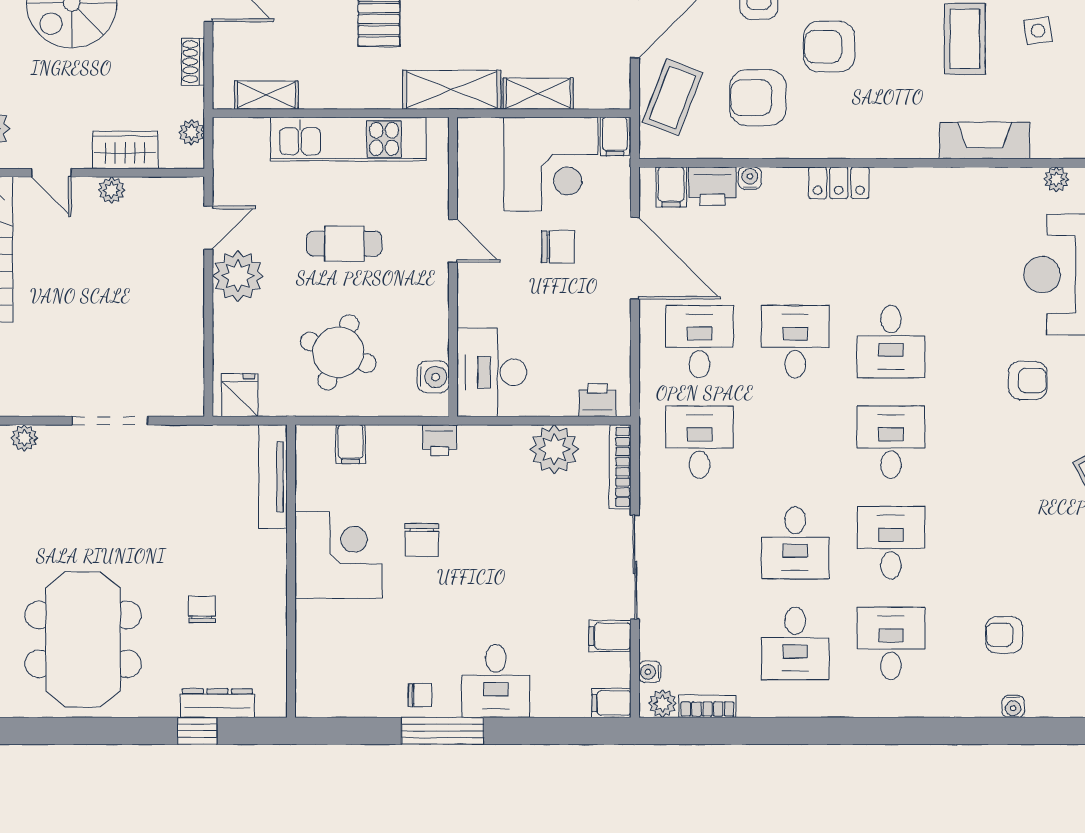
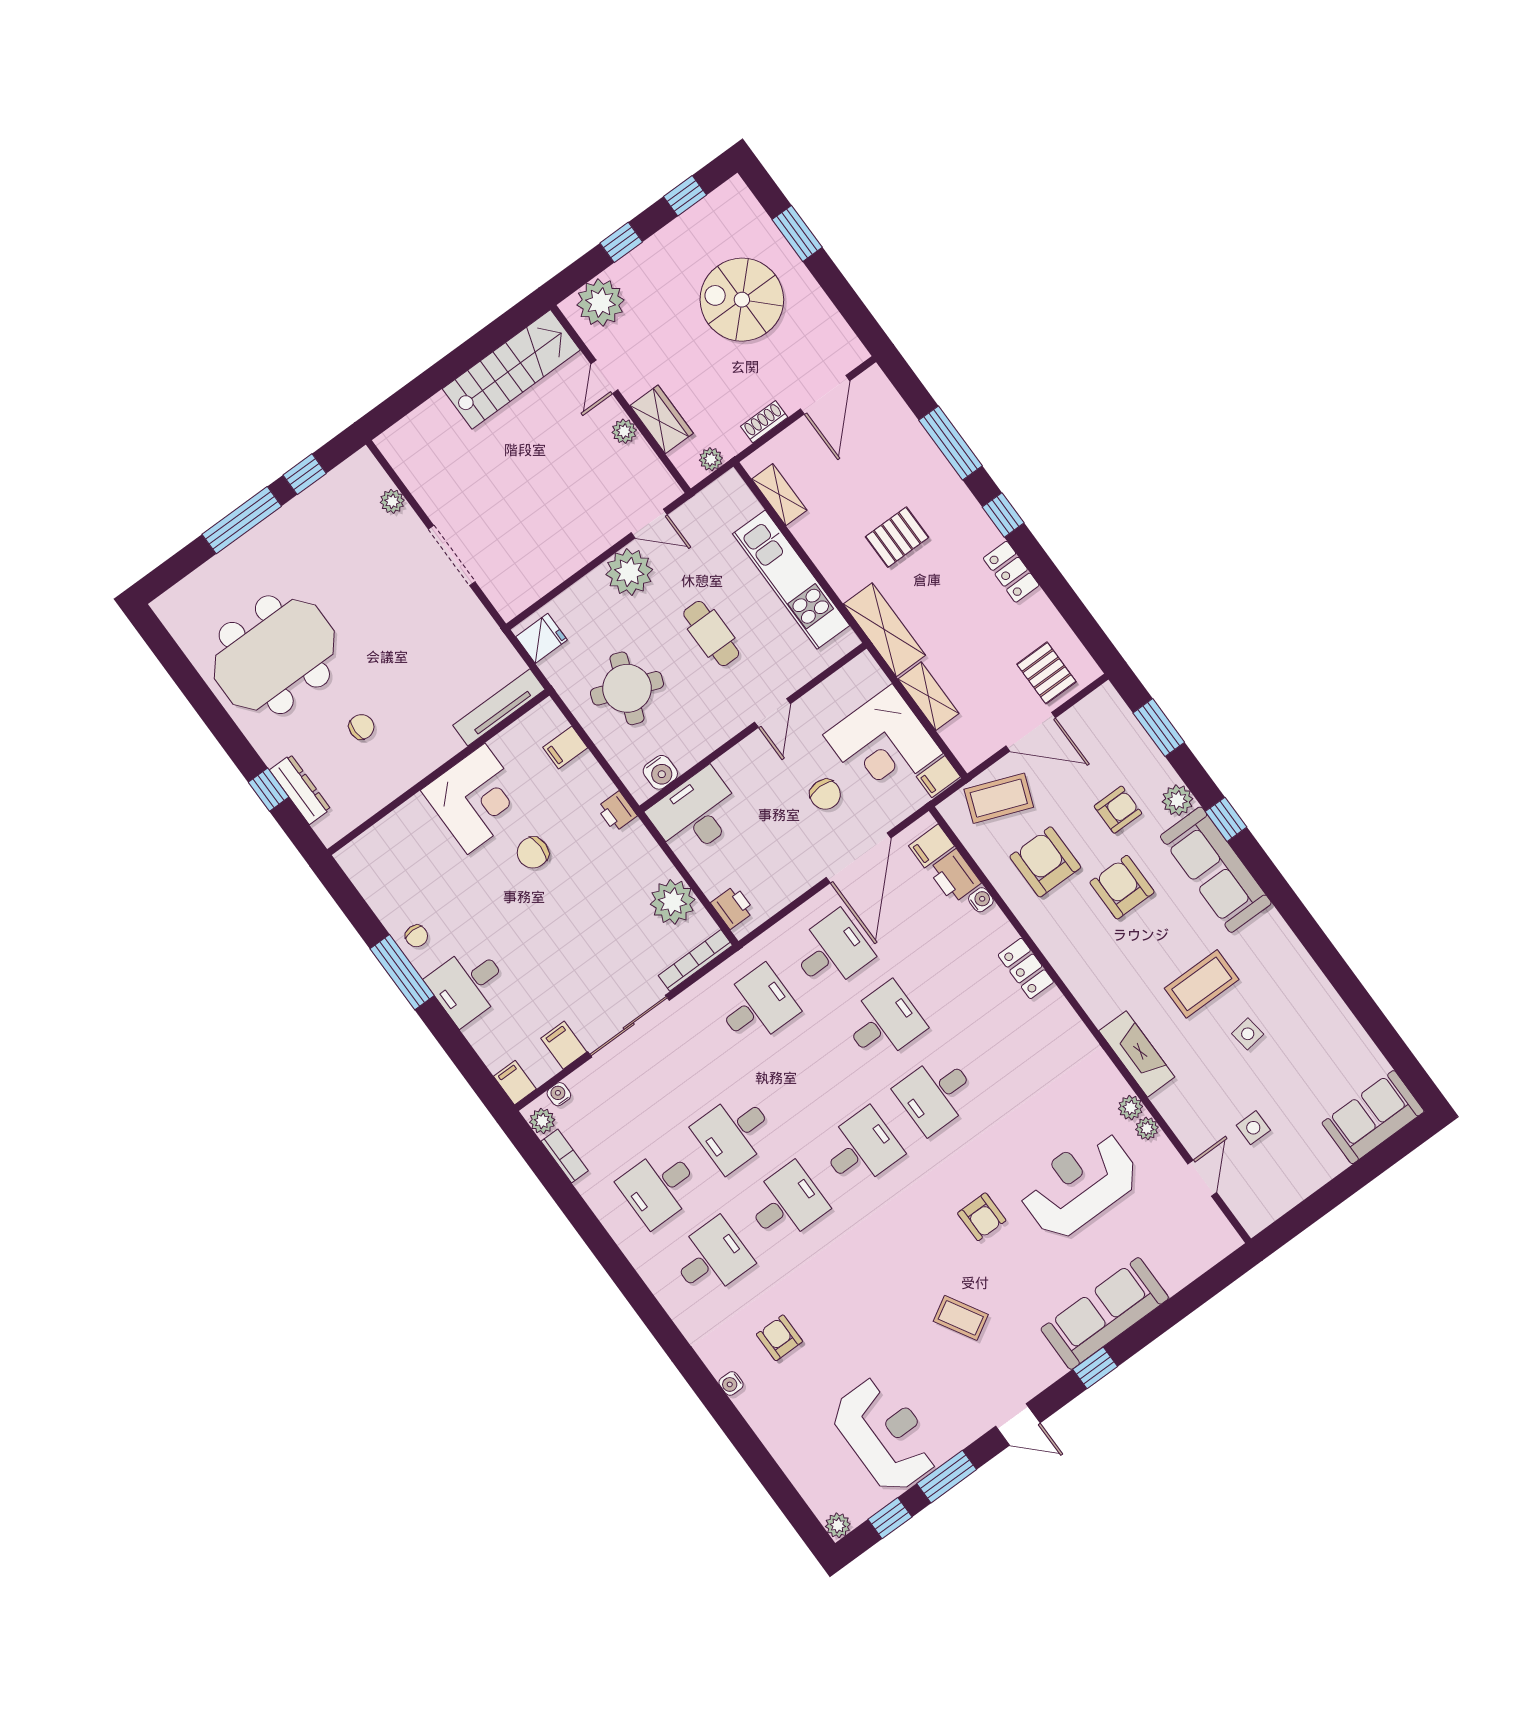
plant: (1028, 180) -> (1131, 1108), added

